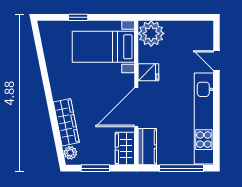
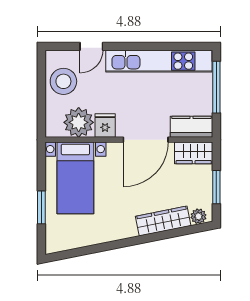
window: (78, 17) -> (41, 207), width x1.50
plant: (151, 33) -> (79, 122), moved
stool: (186, 36) -> (63, 81), added
door: (136, 107) -> (146, 140), hinge flipped

